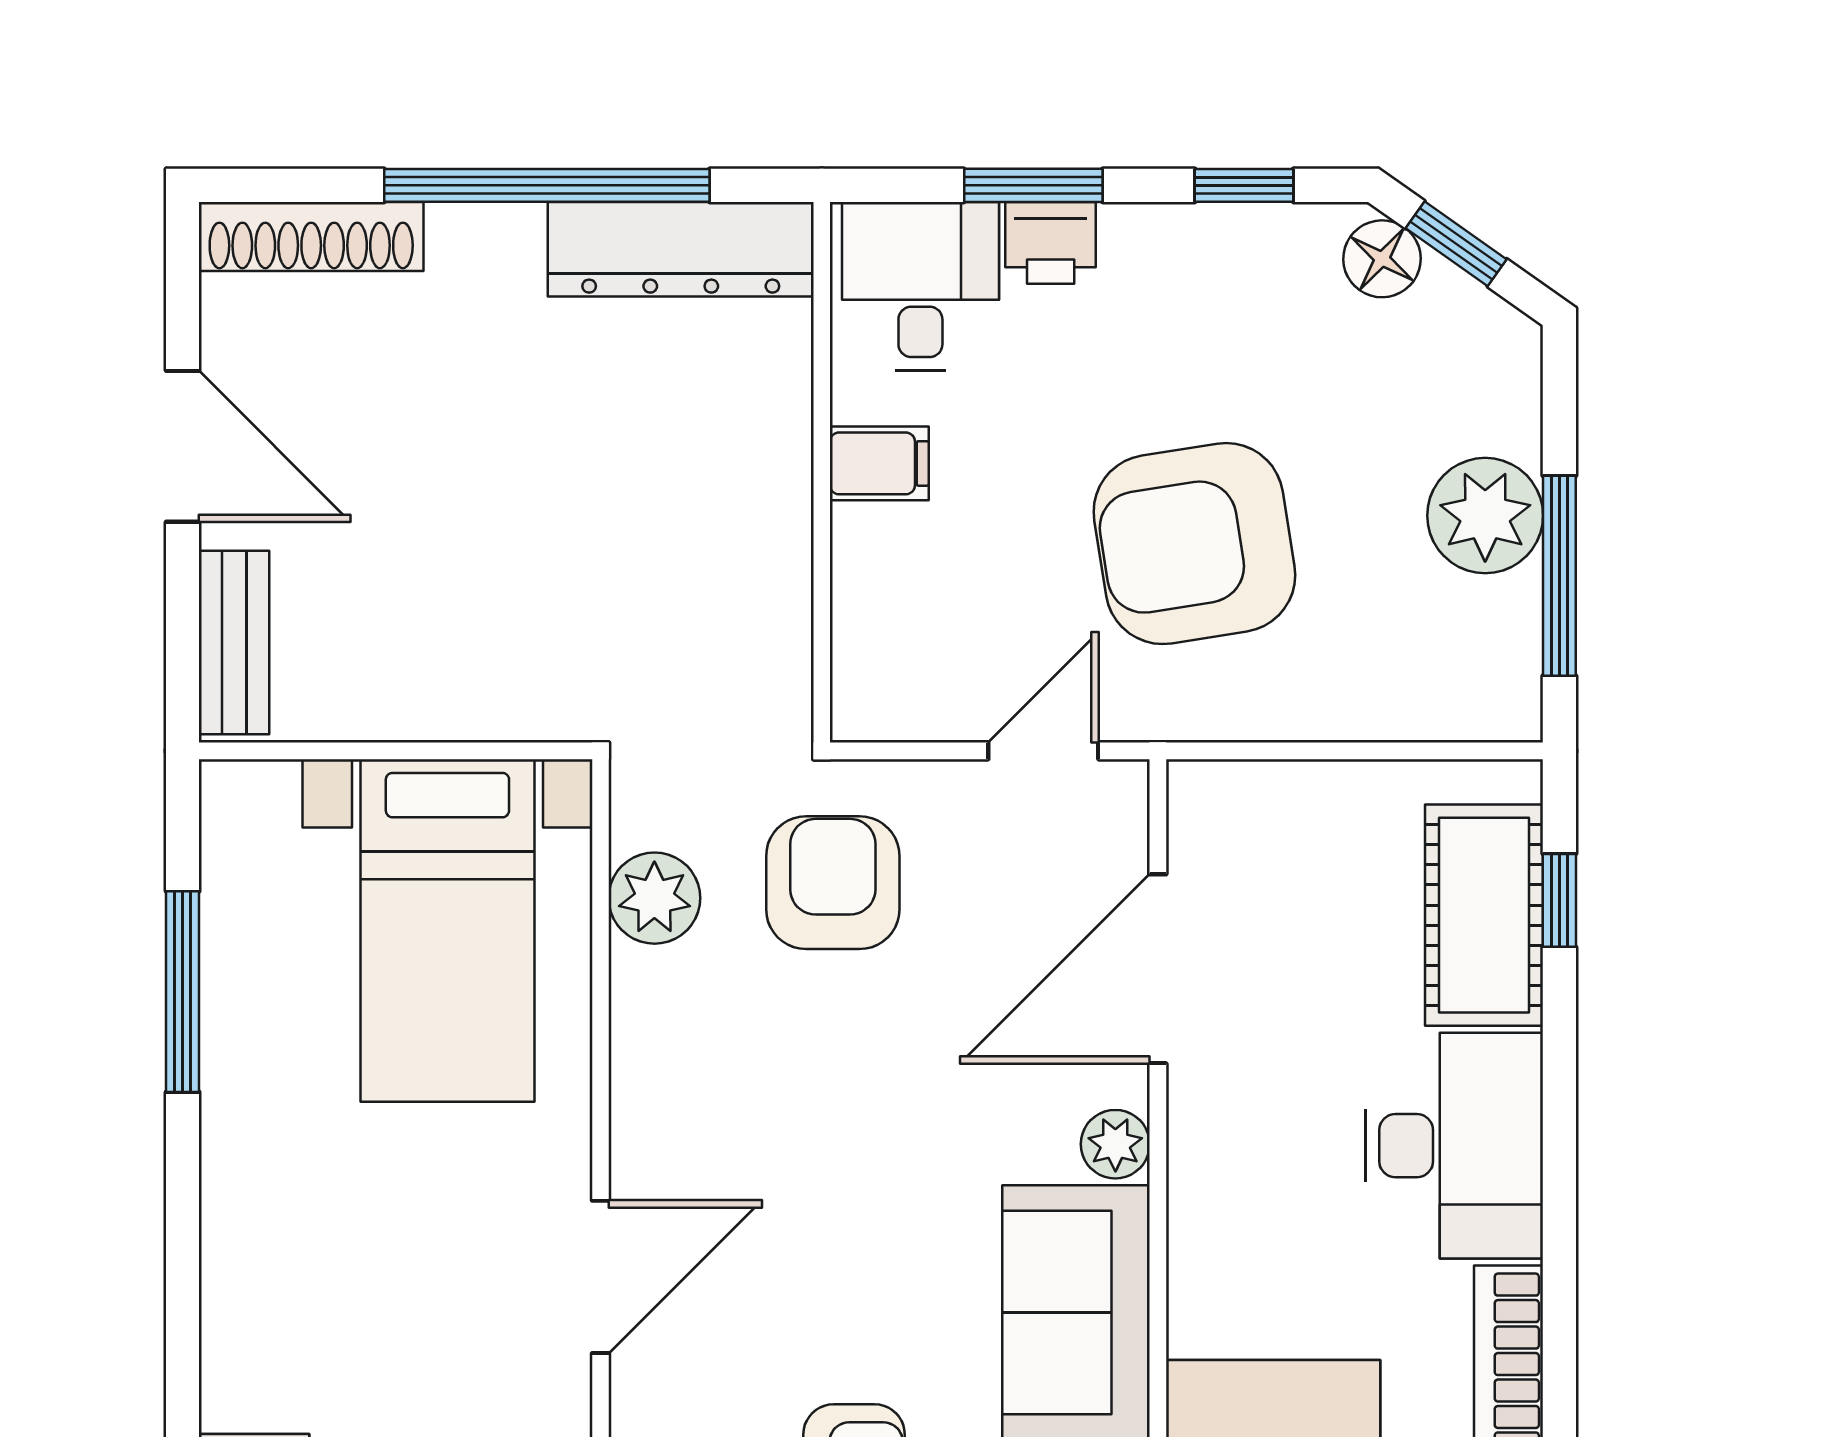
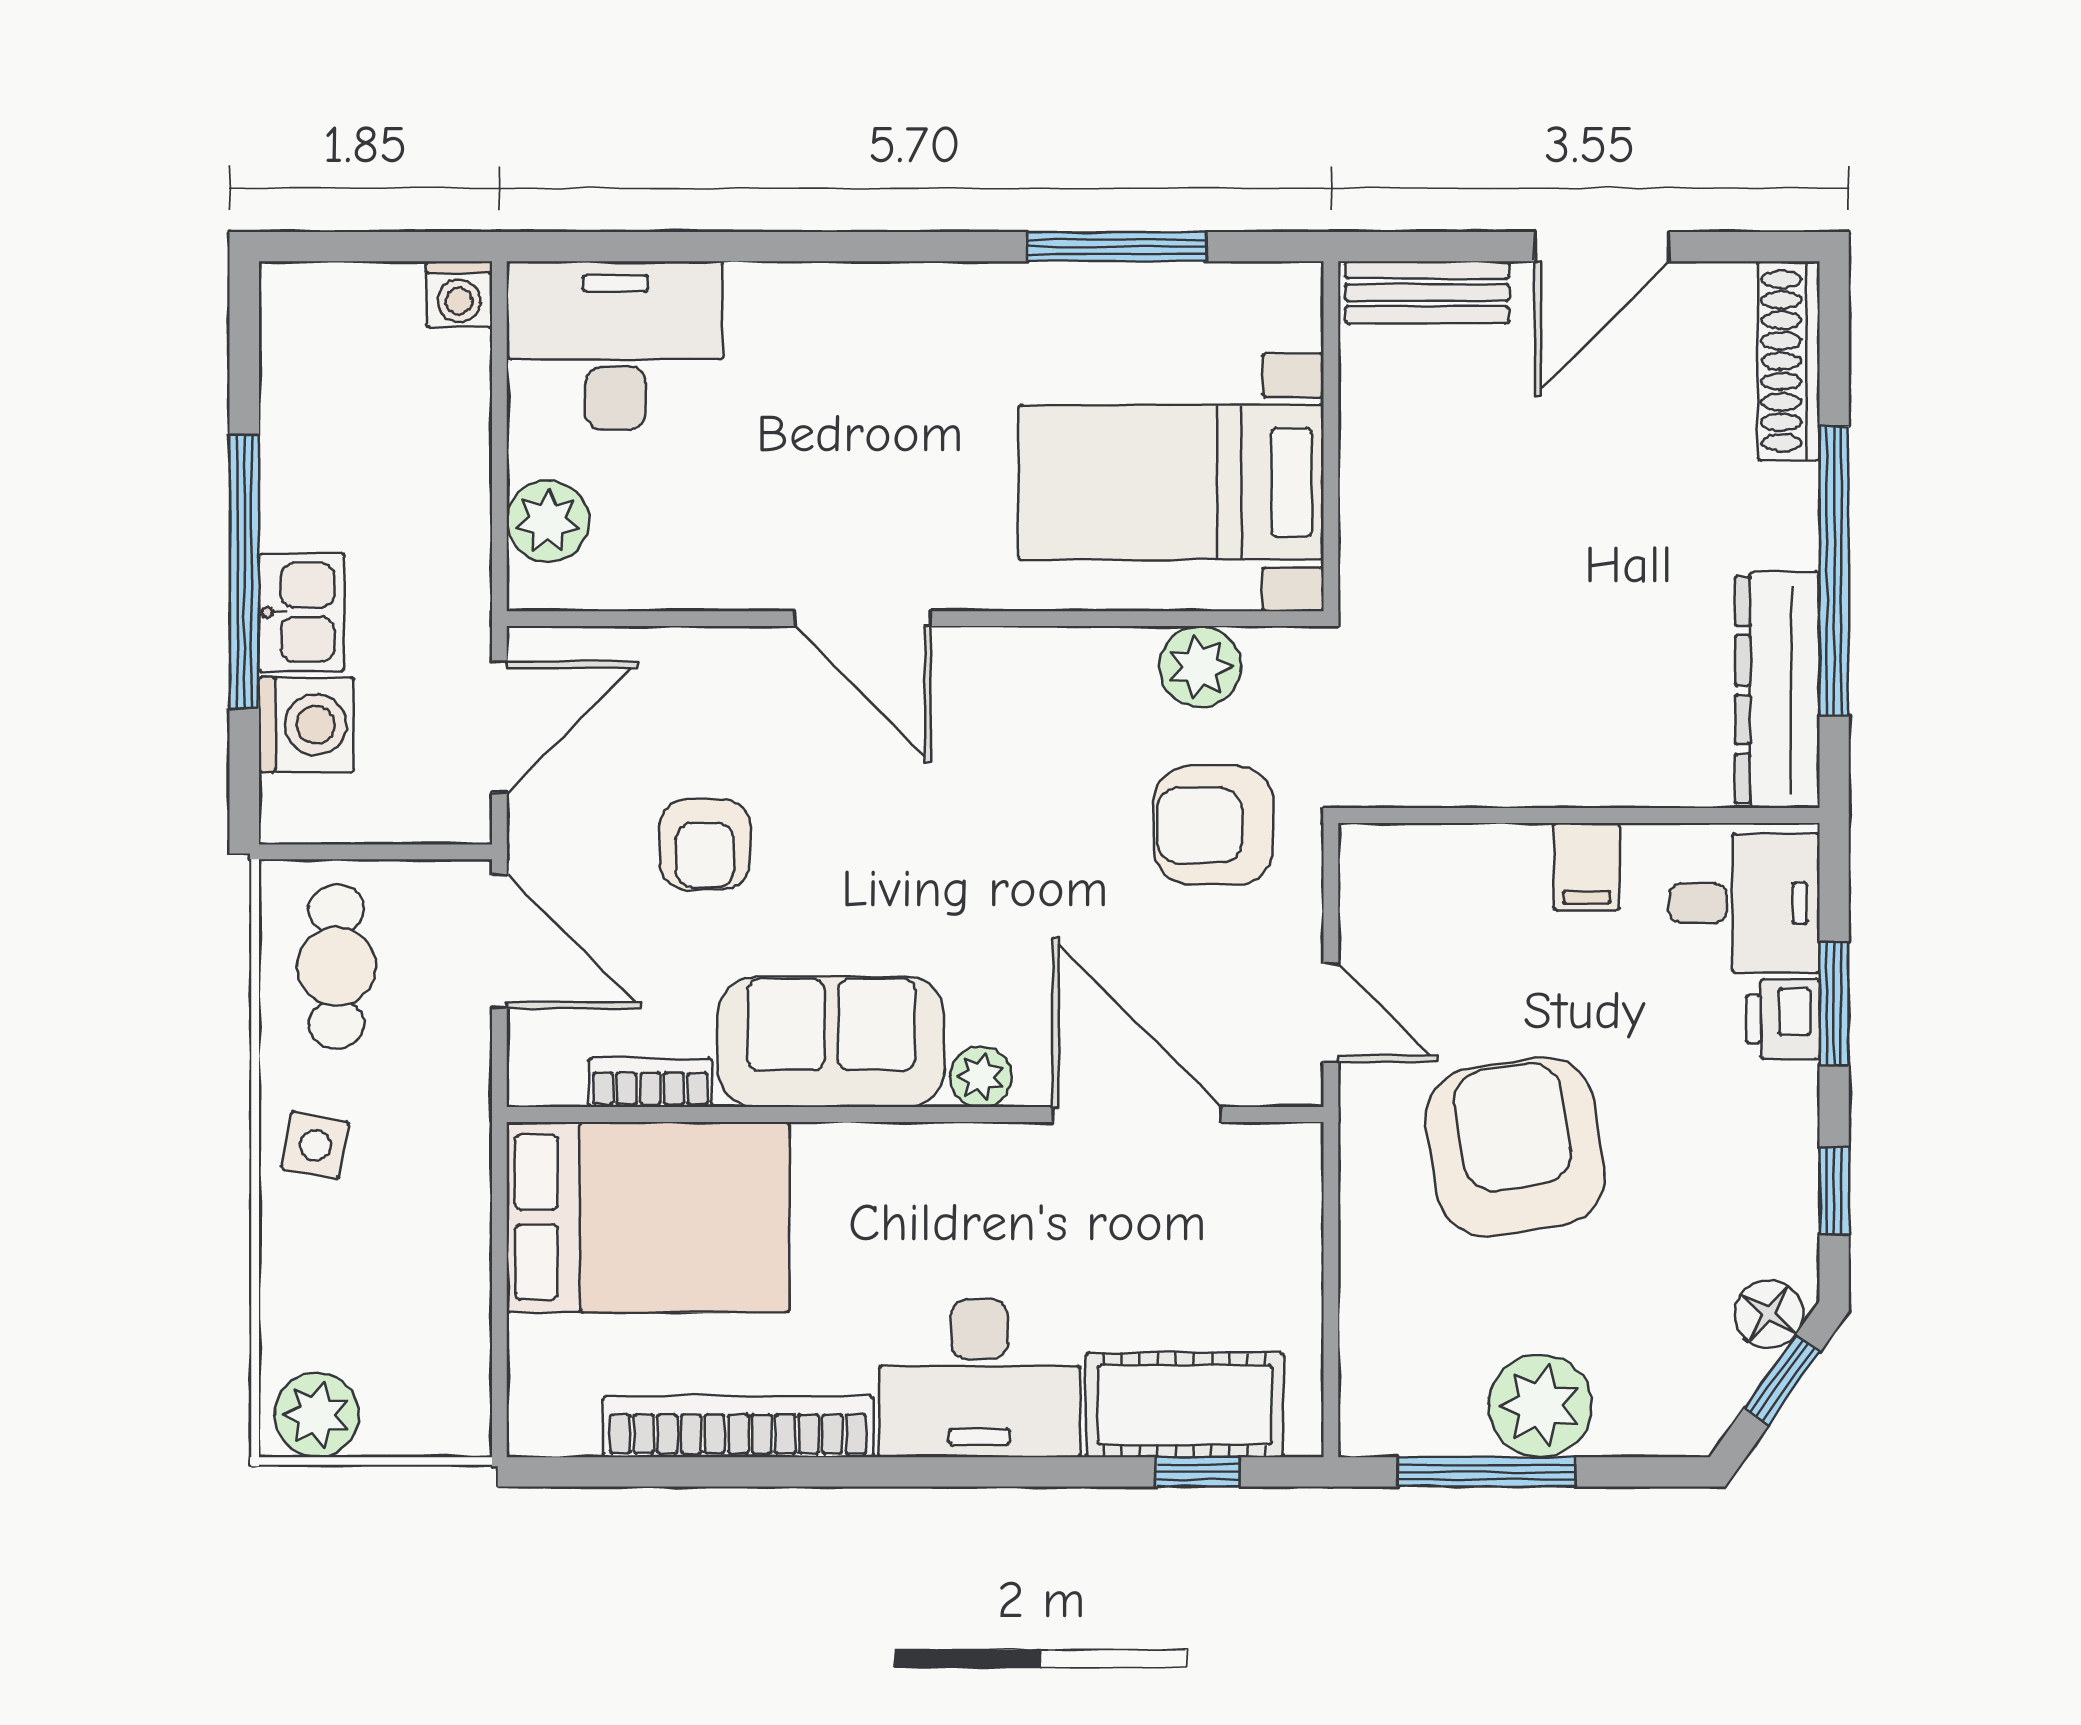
armchair: (833, 883) -> (1214, 825), turned 180

